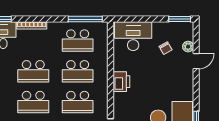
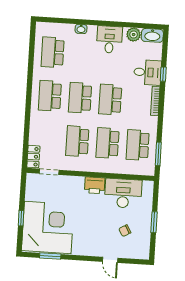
window: (85, 19) -> (158, 154), width x0.69
window: (180, 19) -> (154, 222), moved
desk: (133, 36) -> (123, 193), moved, turned -90
plant: (188, 47) -> (125, 253), removed

